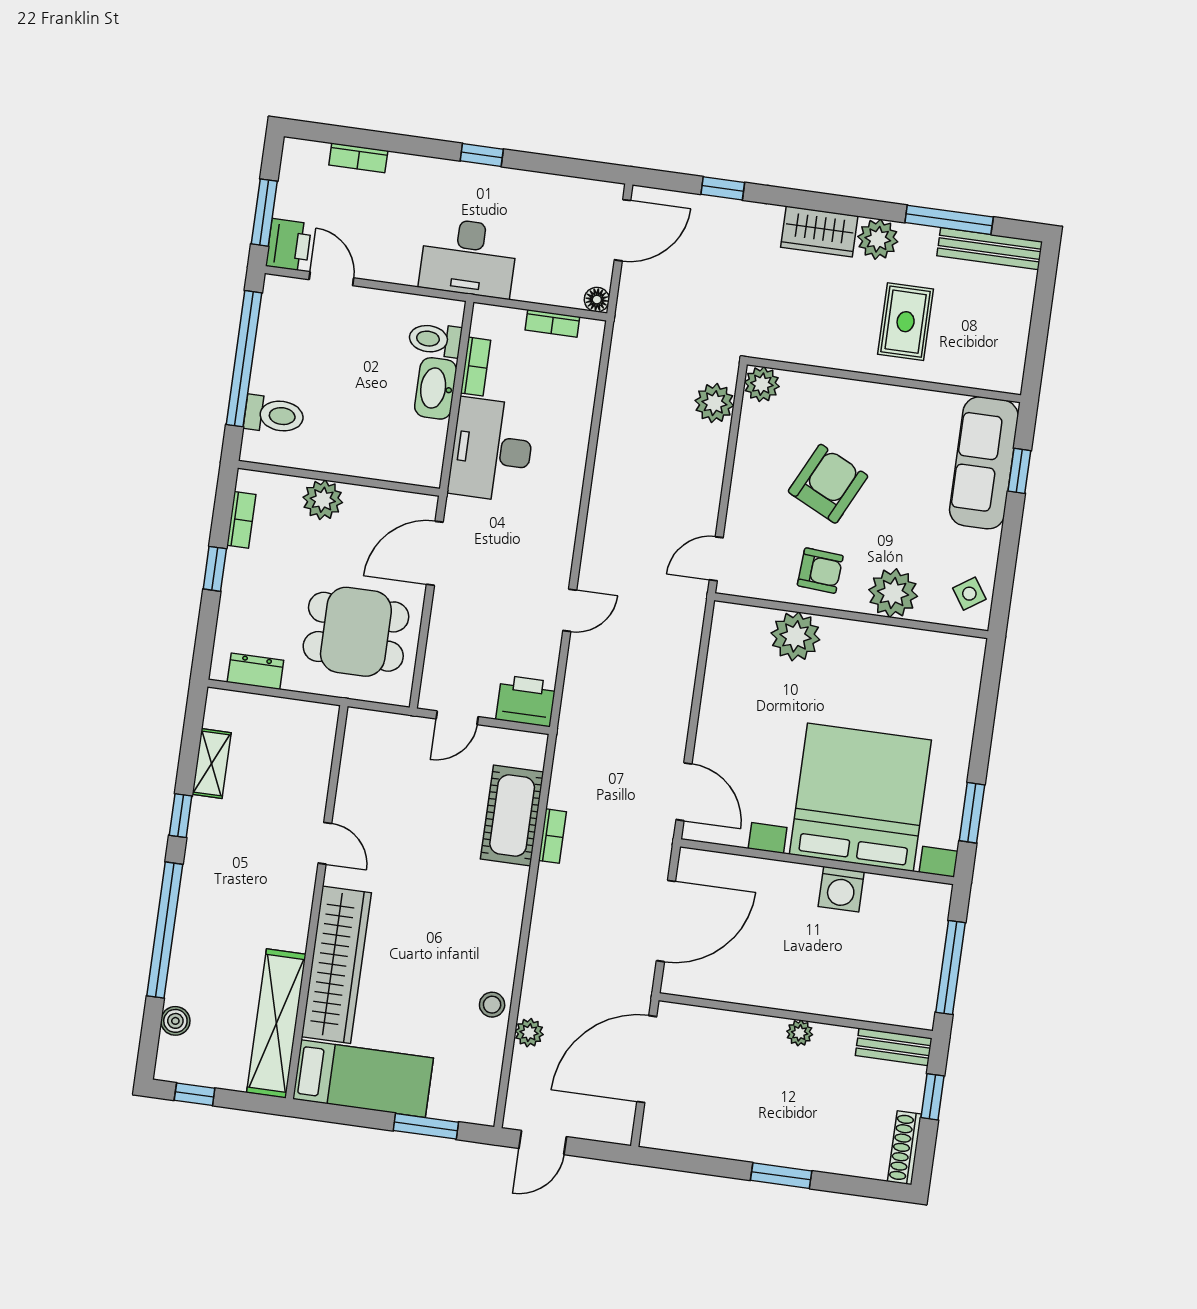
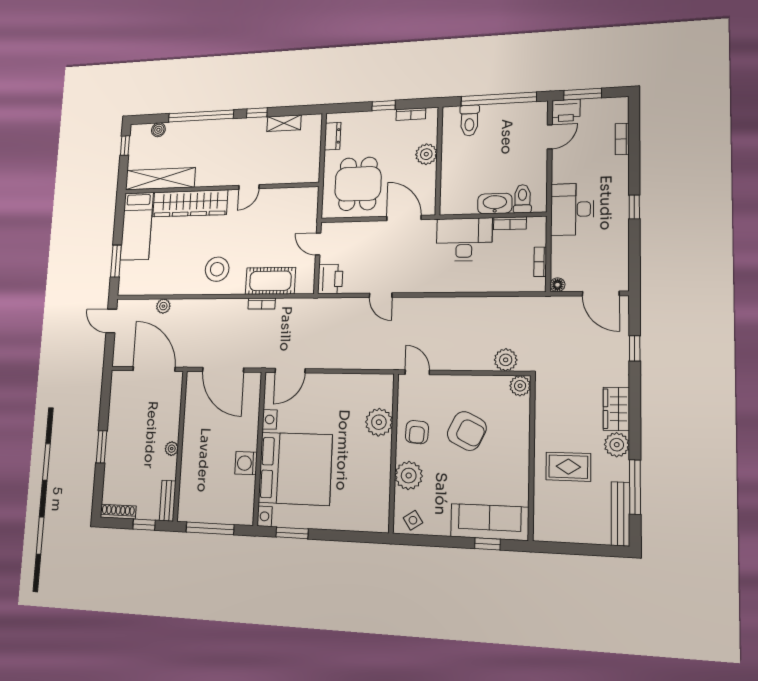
stool: (492, 1005) -> (217, 269), moved, width x1.89, depth x1.89

